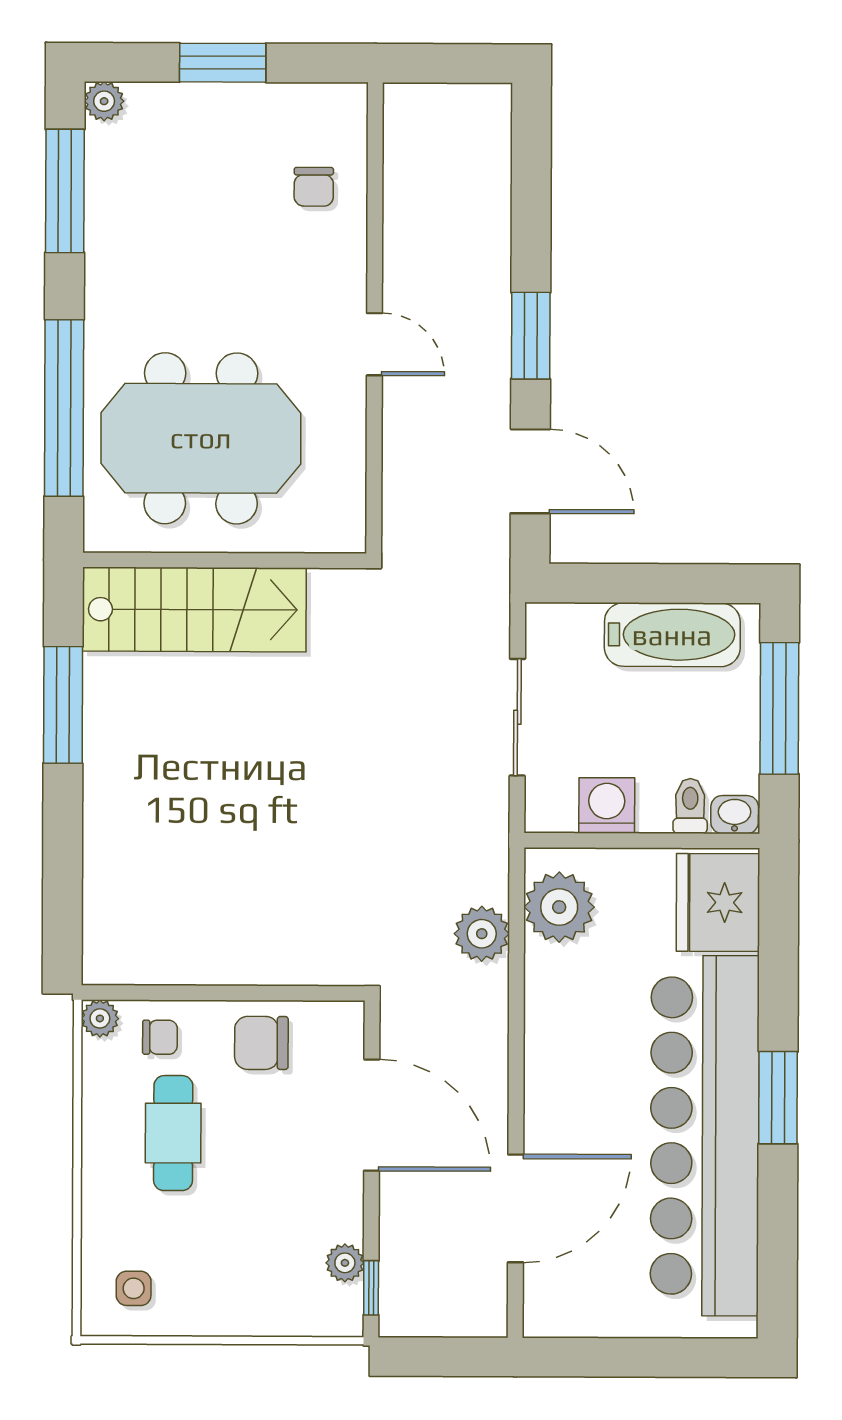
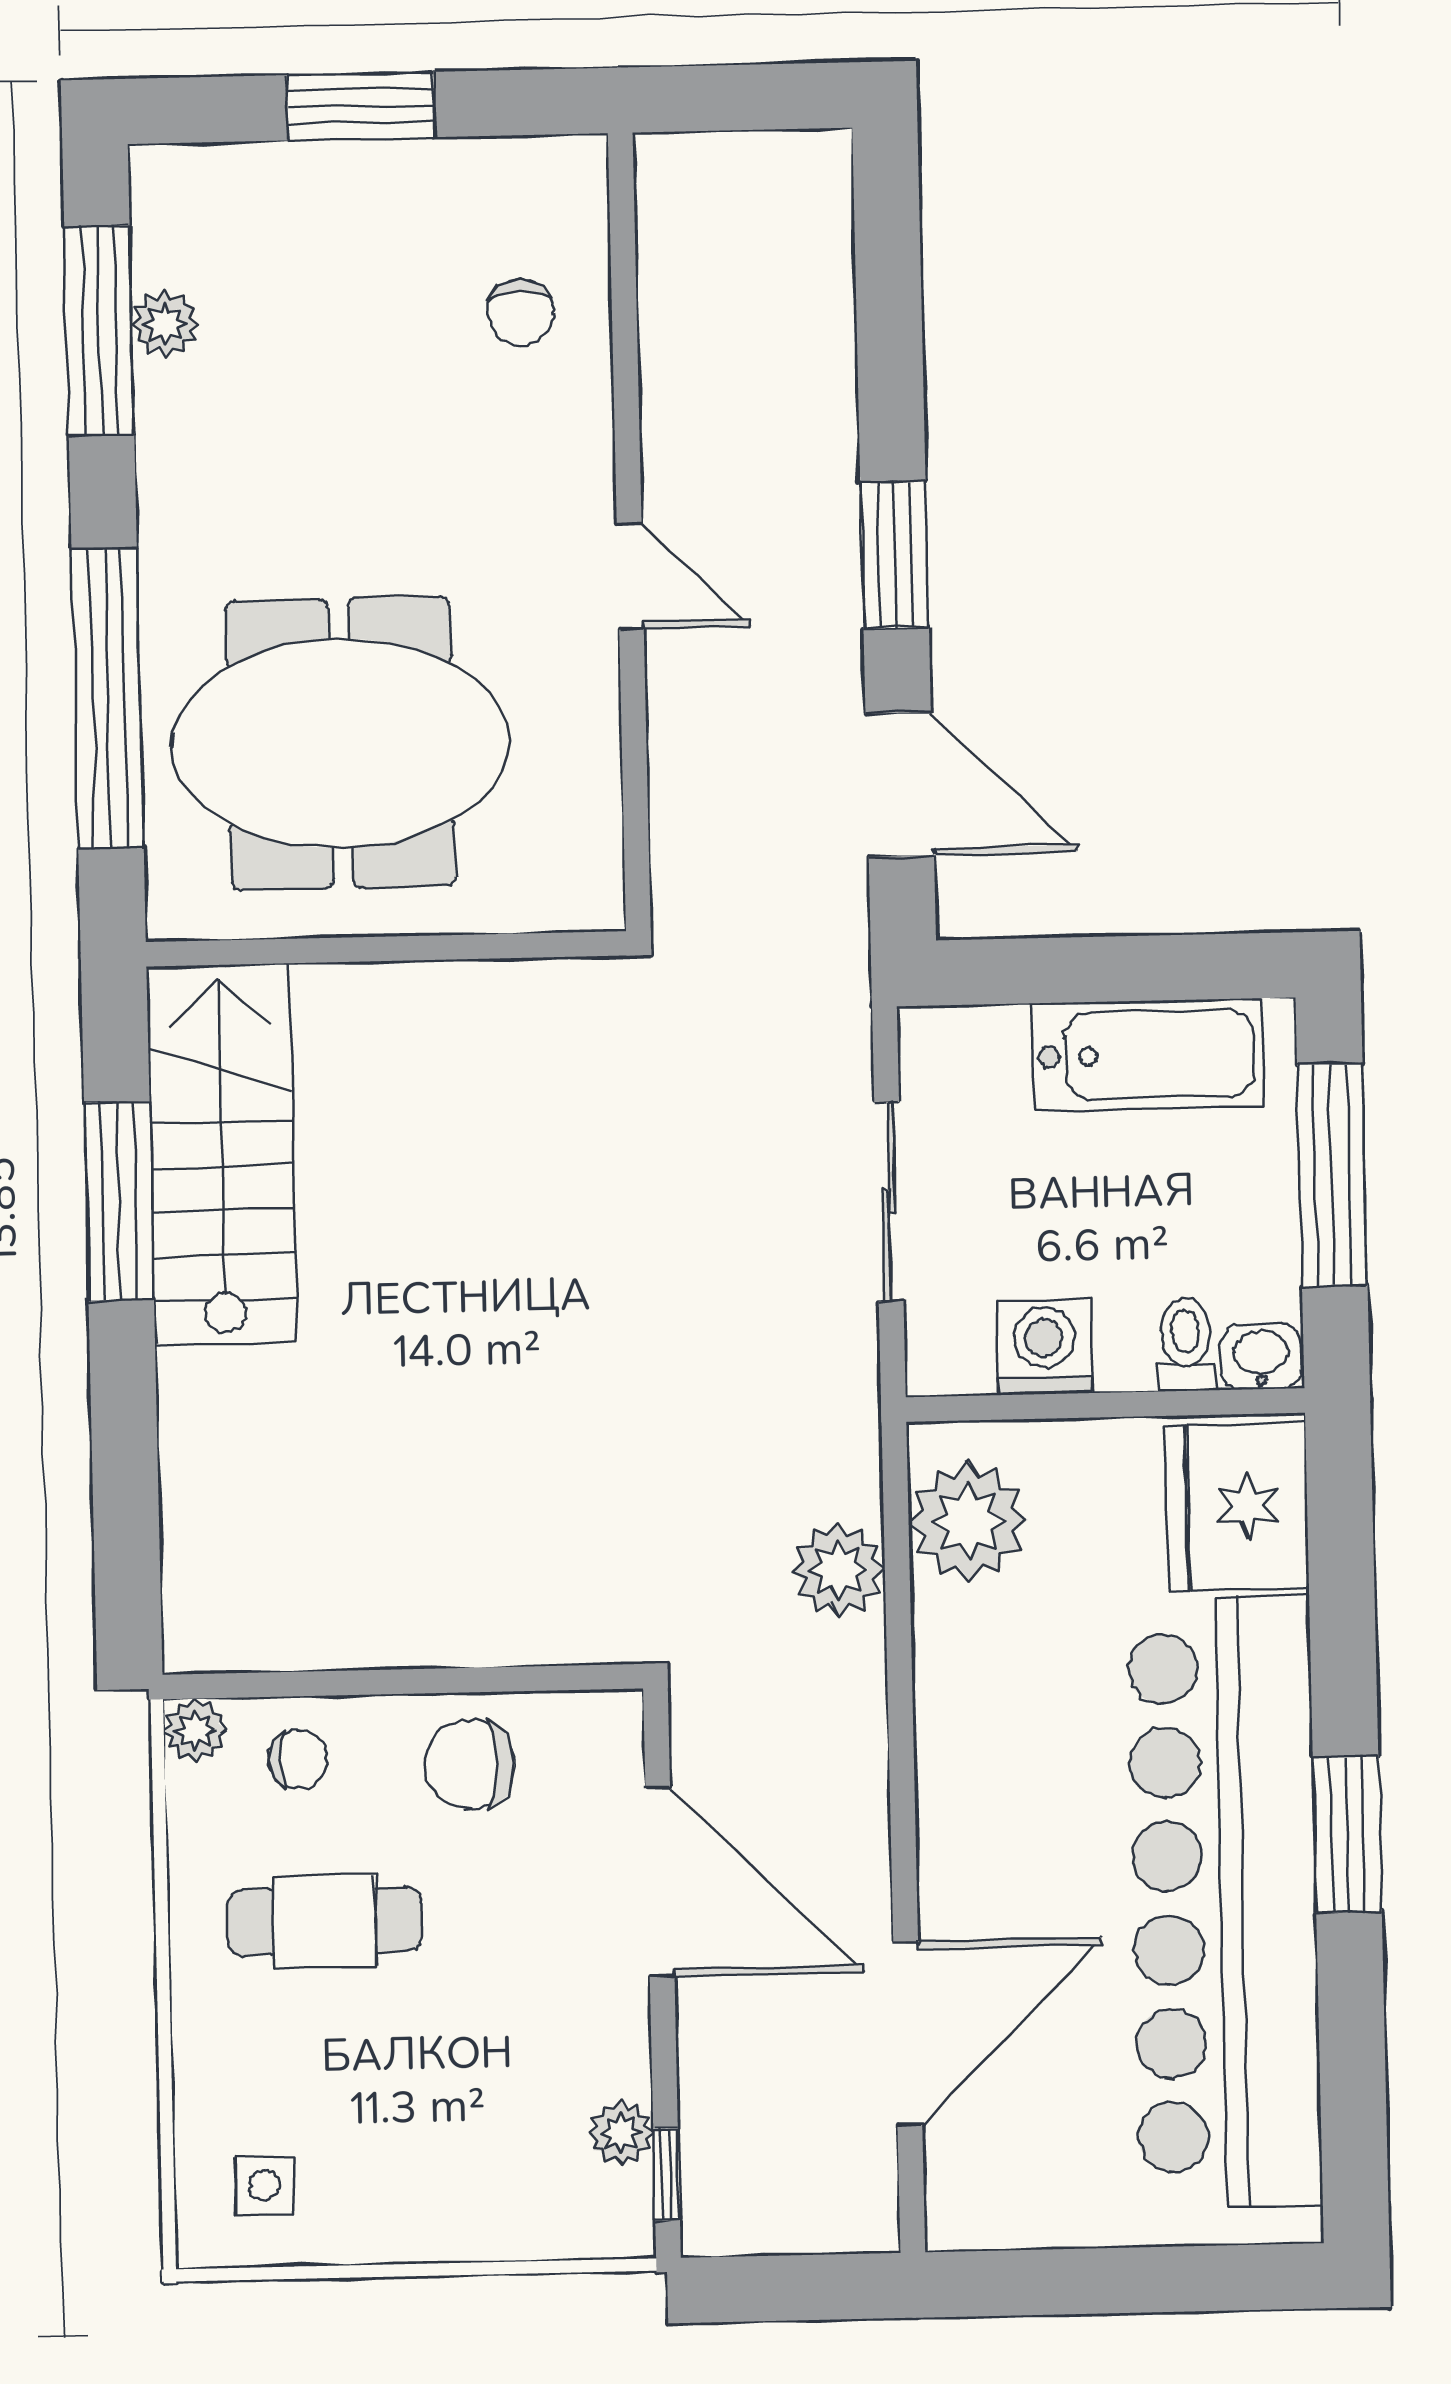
plant: (104, 101) -> (165, 324), moved
stairs: (194, 610) -> (222, 1154), moved, turned -90
cafe table: (173, 1133) -> (324, 1921), turned 90

